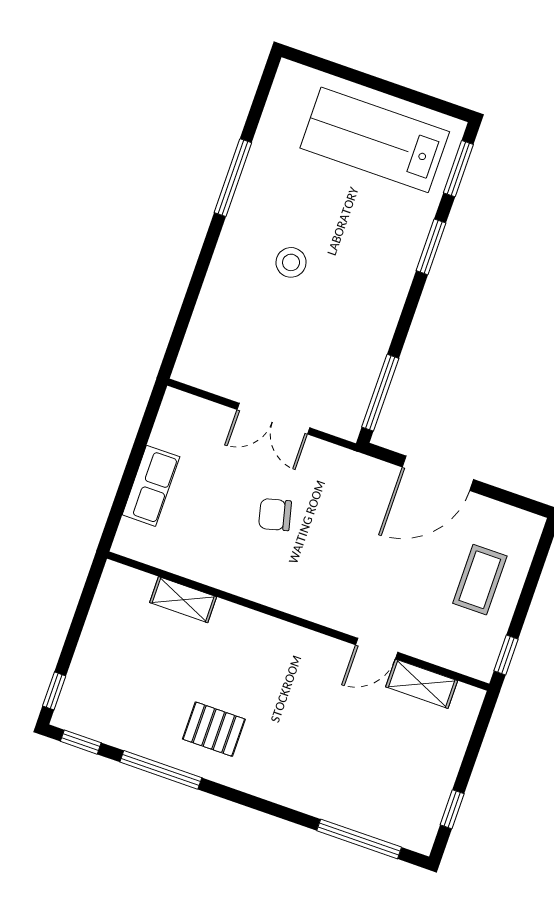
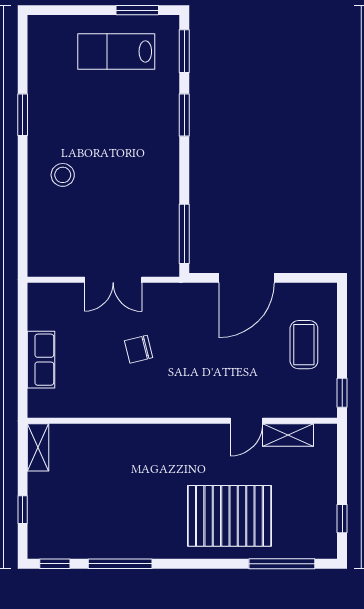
window: (418, 98) -> (137, 10), added
lab bench: (375, 140) -> (116, 51), width x0.73, depth x0.72
window: (233, 178) -> (23, 115), width x0.69
stool: (291, 262) -> (63, 175), moved
shelving: (183, 600) -> (38, 447), moved, turned 90
window: (54, 691) -> (23, 510), moved
pallet: (214, 729) -> (229, 516), moved, width x2.05, depth x2.00

